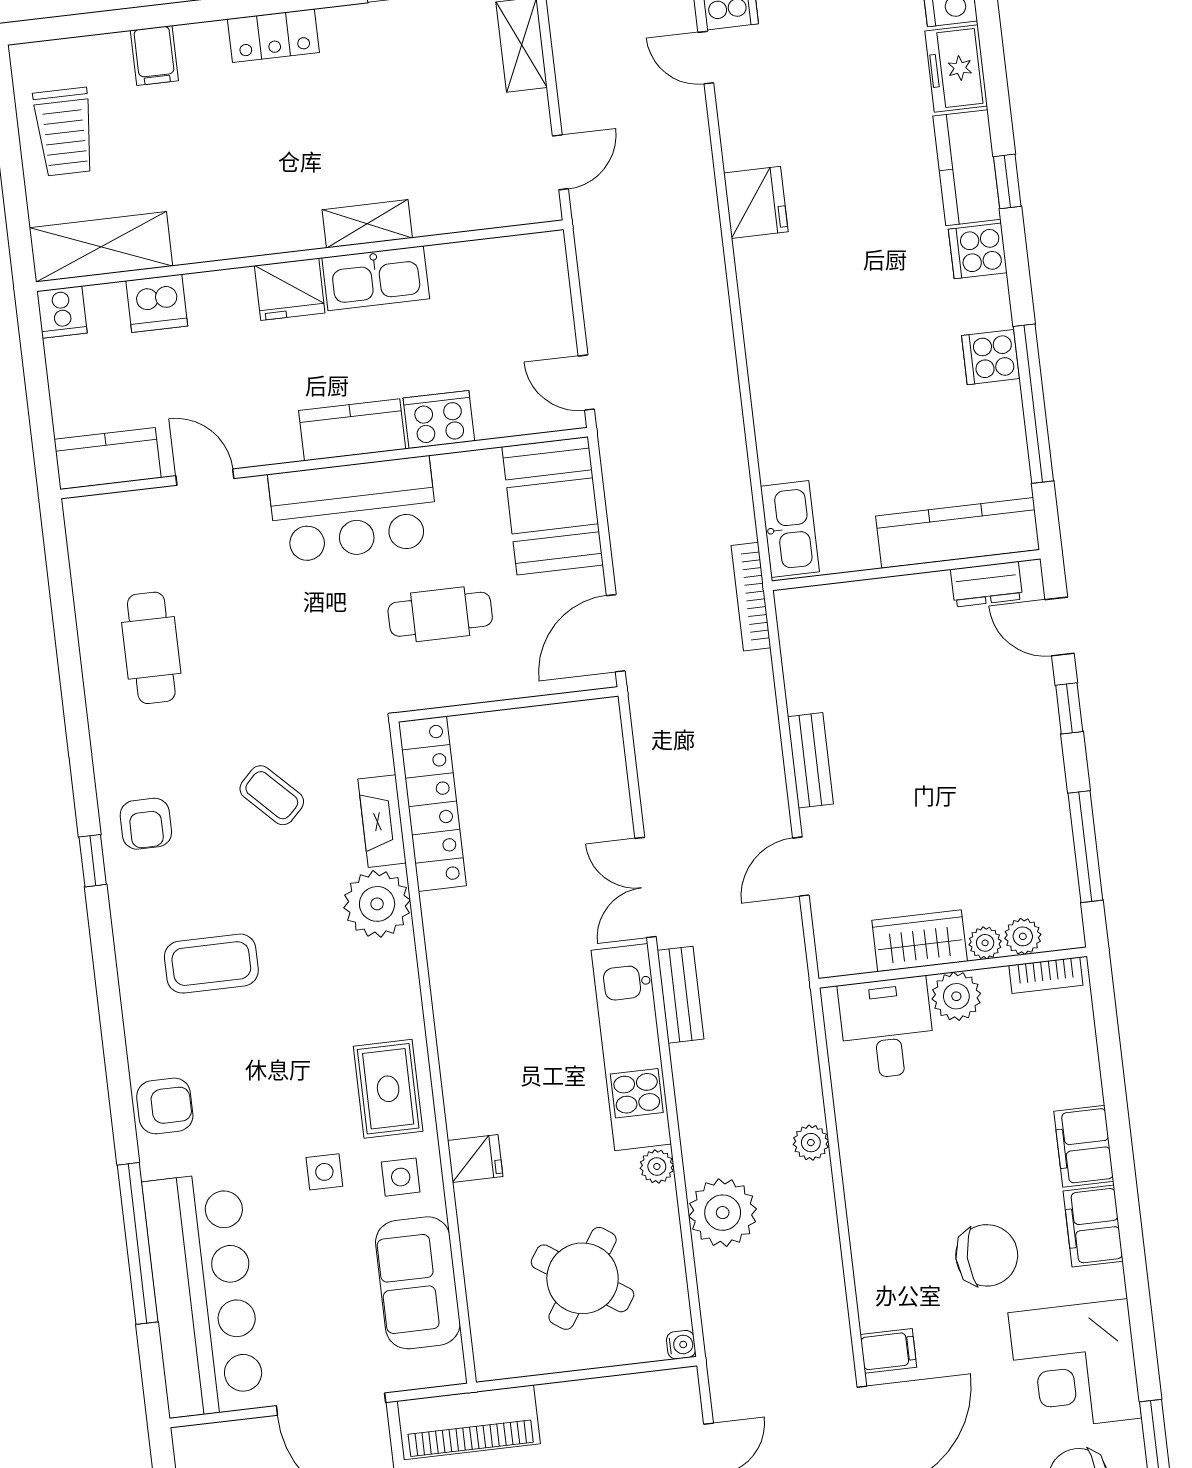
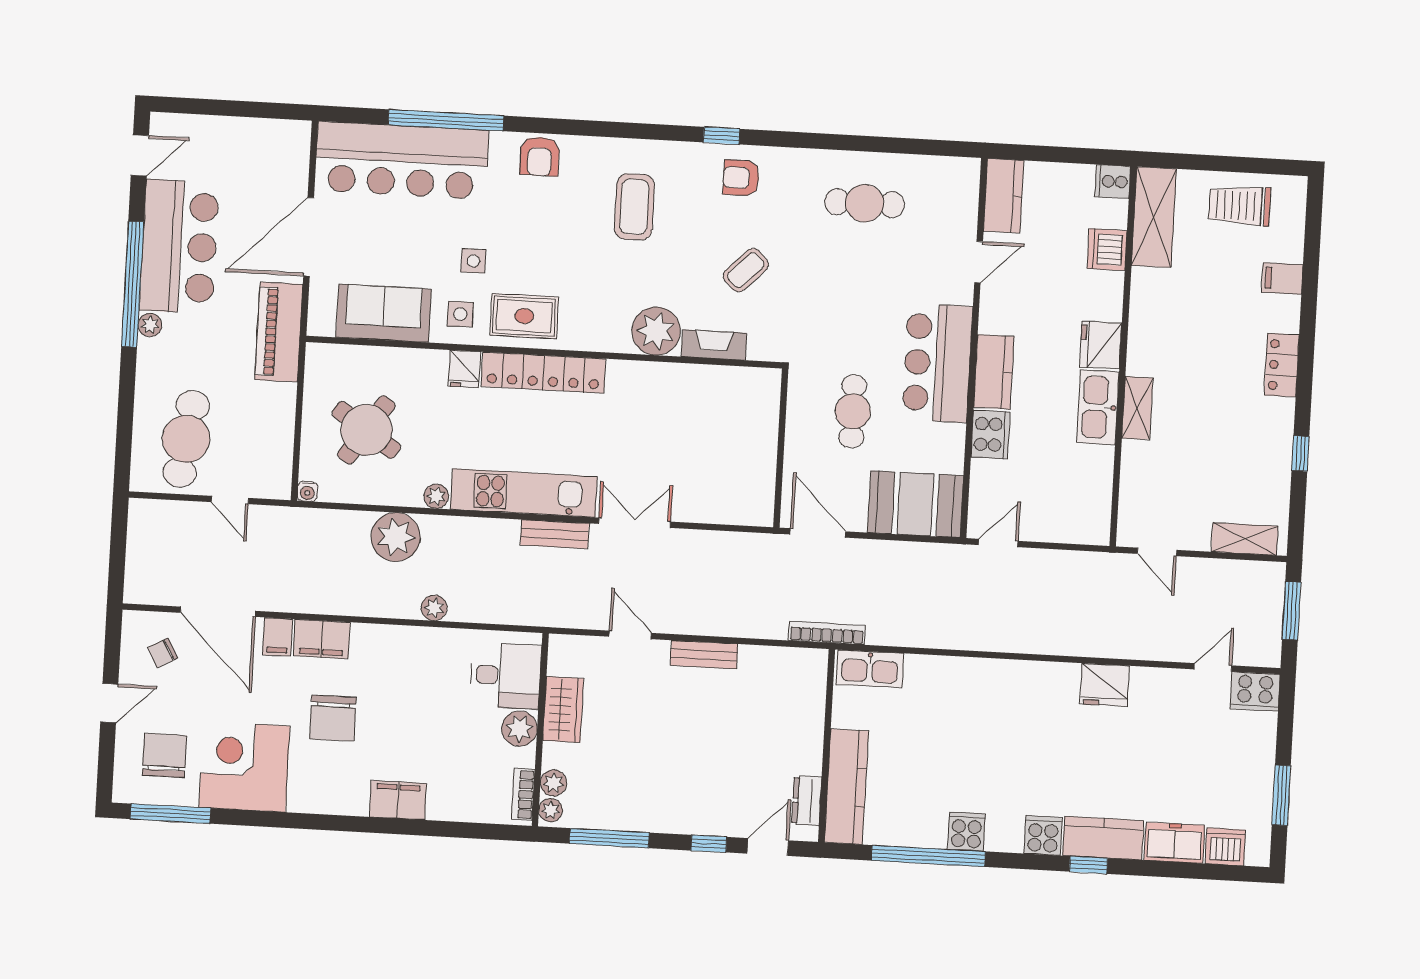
locker: (432, 804) -> (543, 373), moved
plant: (985, 943) -> (551, 810), moved
filing cabinet: (1093, 1226) -> (322, 639), moved, turned 180

